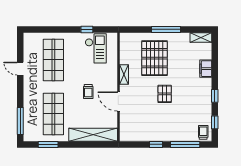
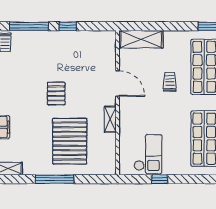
checkout: (96, 48) -> (148, 154), turned 180
trolley: (88, 92) -> (170, 82), moved
shelving: (93, 135) -> (141, 39), width x0.68

